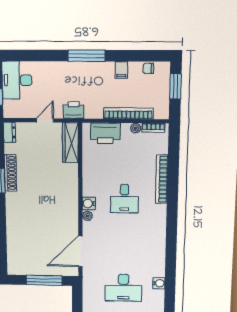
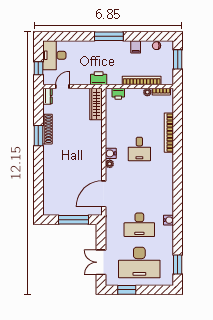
door: (45, 120) -> (62, 86), moved
printer: (105, 133) -> (118, 94), width x0.53, depth x0.68

